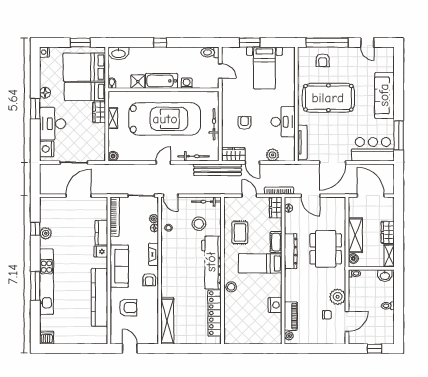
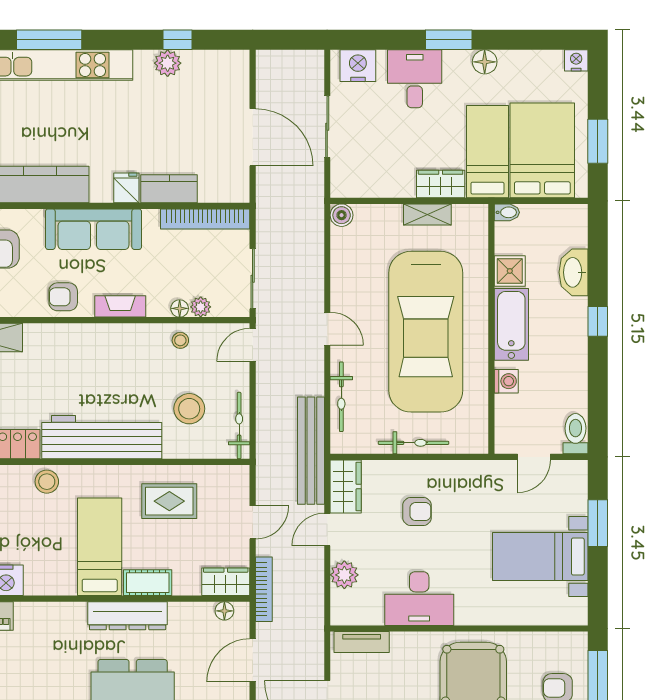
washbasin: (118, 53) -> (573, 272), moved
desk: (53, 124) -> (415, 79), width x0.73
tv unit: (302, 142) -> (362, 642), width x0.71

